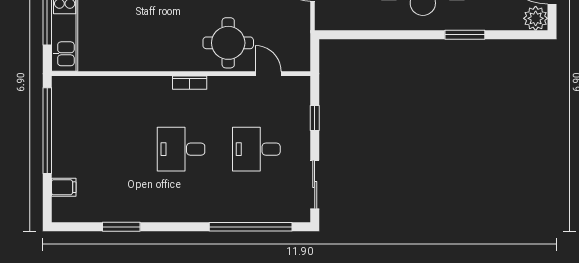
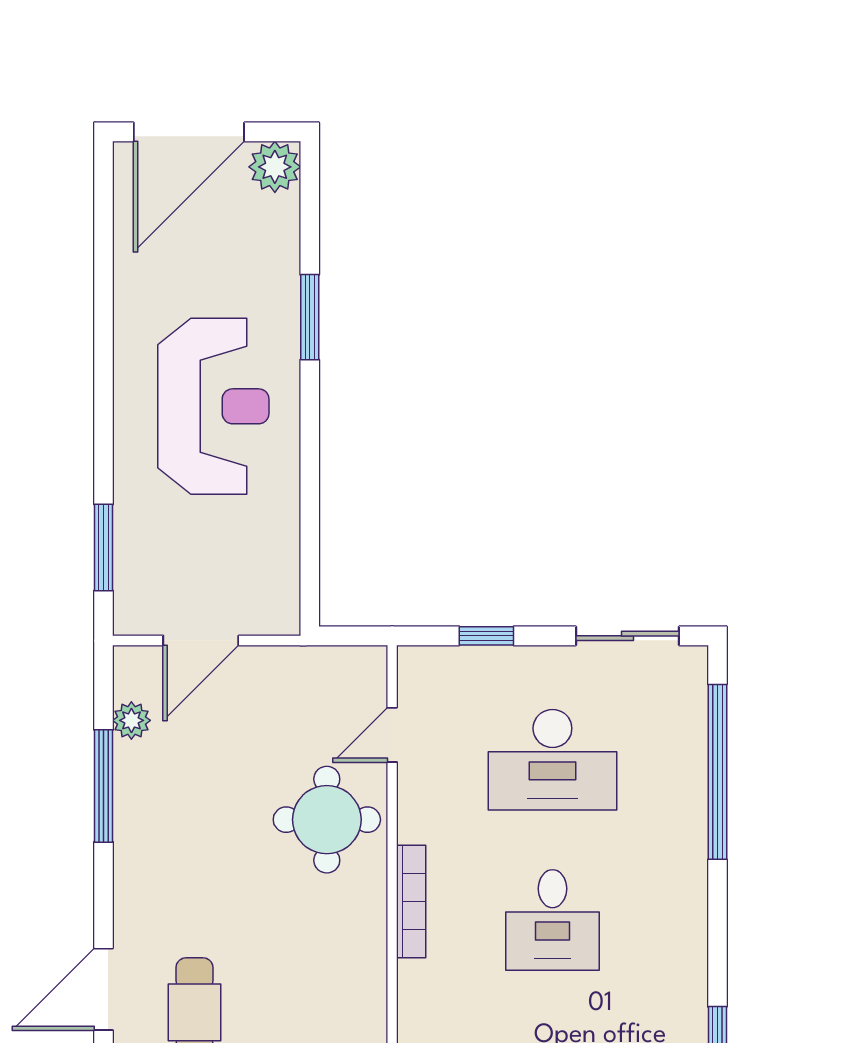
bookcase: (190, 83) -> (411, 901), width x1.56
desk: (256, 149) -> (552, 760), width x1.37

